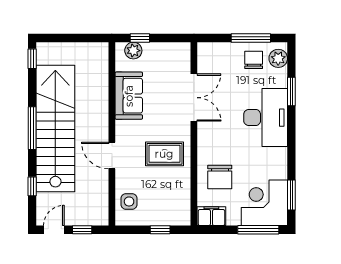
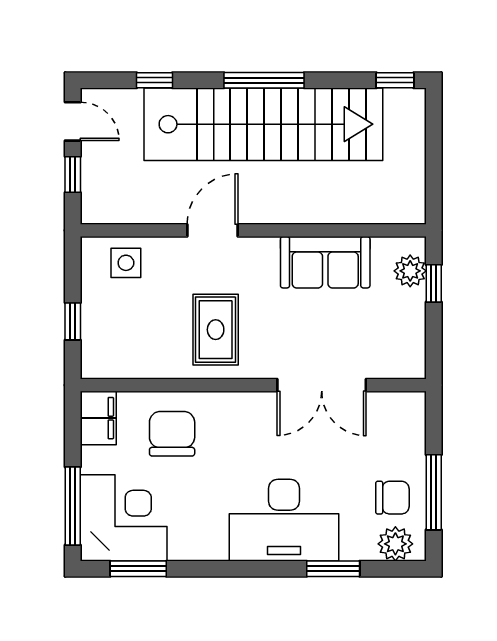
chair: (220, 177) -> (172, 434), turned 90

